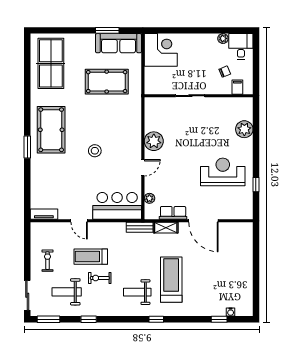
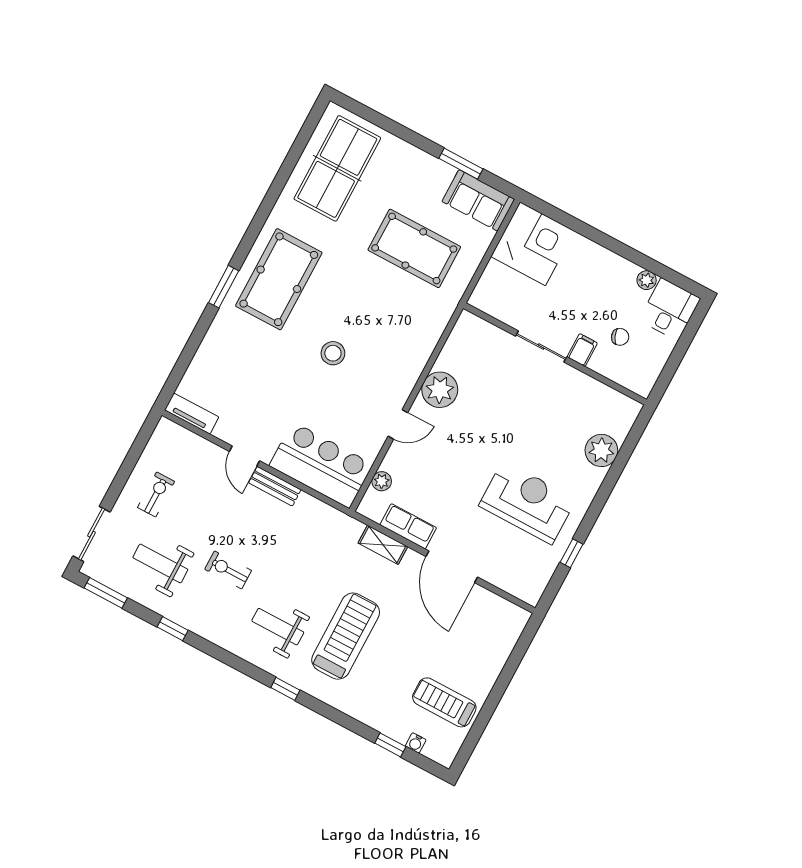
sofa: (119, 43) -> (478, 200), width x0.73
filing cabinet: (237, 87) -> (582, 350), moved
bench: (140, 227) -> (275, 486), moved
treadmill: (91, 257) -> (444, 702), moved

